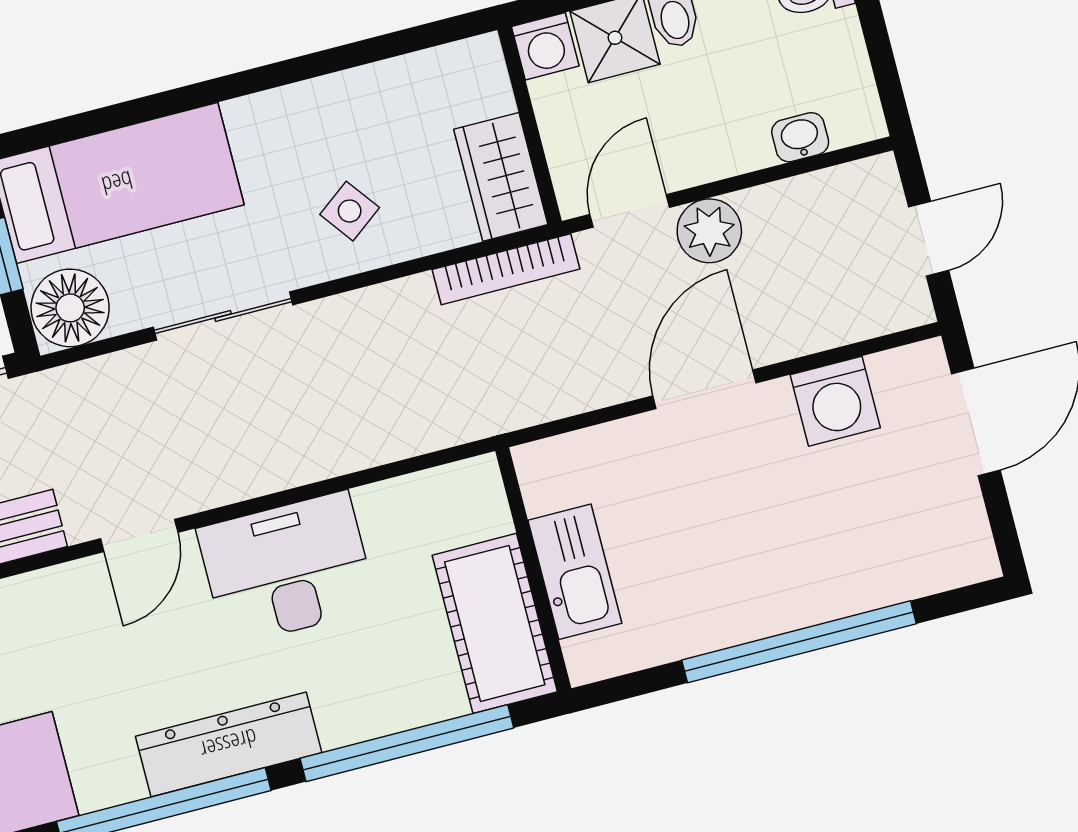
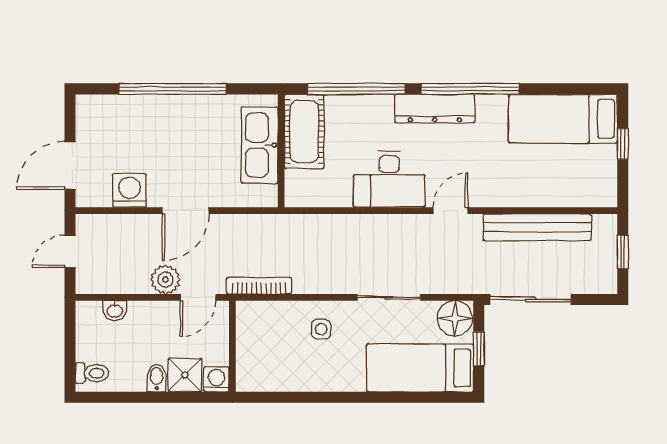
wardrobe: (501, 177) -> (251, 327), removed
side table: (350, 211) -> (321, 329), turned 37
kitchen sink: (575, 572) -> (260, 145), width x1.36, depth x1.24

